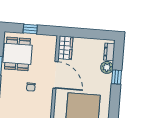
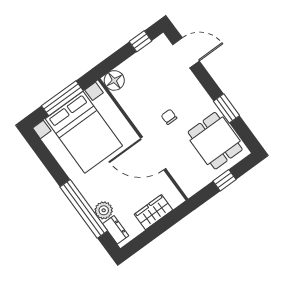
wardrobe: (65, 48) -> (154, 212), moved, turned 90
window: (117, 77) -> (84, 209), width x3.17

